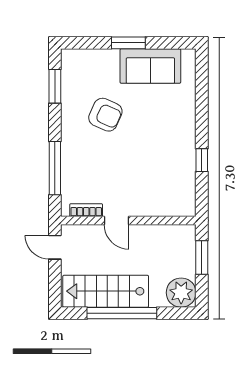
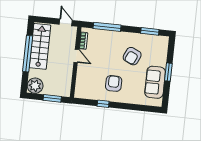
armchair: (161, 144) -> (114, 83), added
door: (116, 220) -> (76, 56), swing flipped
door: (55, 247) -> (66, 22), hinge flipped

